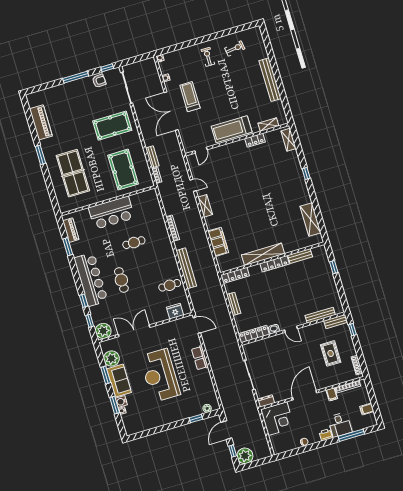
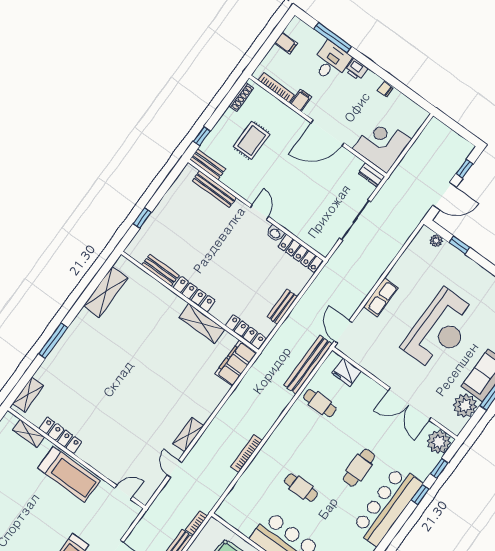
locker: (255, 140) -> (60, 435), width x1.53
window: (306, 174) -> (53, 341), width x2.17
filing cabinet: (218, 242) -> (236, 363), moved
shelving: (263, 254) -> (202, 323), width x0.68
bench: (186, 268) -> (308, 365), moved
plant: (245, 456) -> (459, 149), removed

